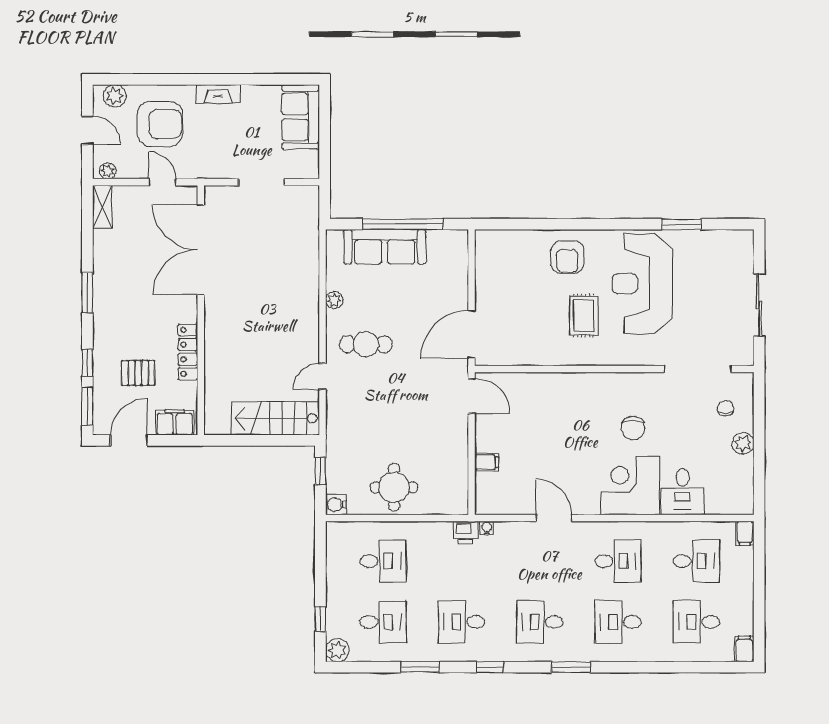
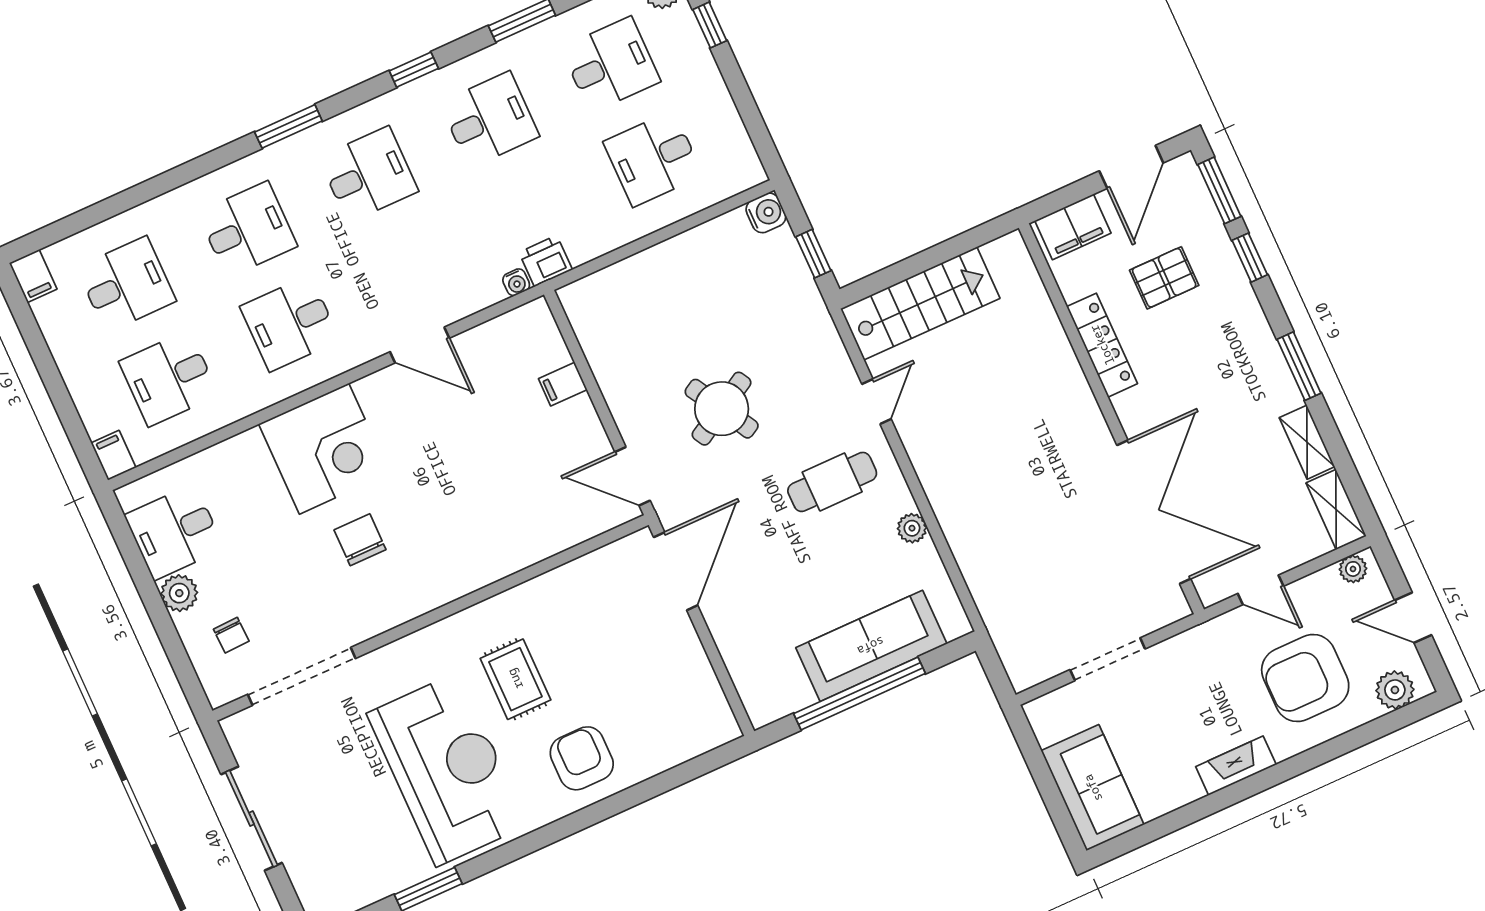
shelving: (102, 250) -> (1307, 442), added
round table: (394, 487) -> (722, 409), moved, turned -30
desk: (683, 492) -> (174, 532), moved, turned -90
desk: (383, 622) -> (611, 65), turned 180

